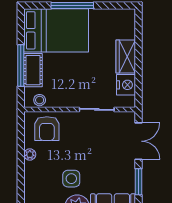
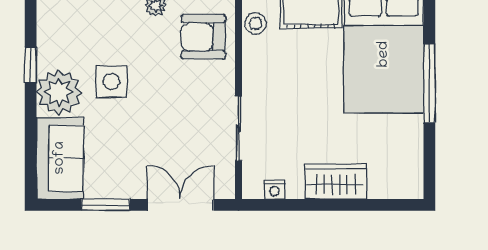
nightstand: (126, 85) -> (275, 190), width x0.53, depth x0.56
double door: (138, 141) -> (180, 205), swing flipped

